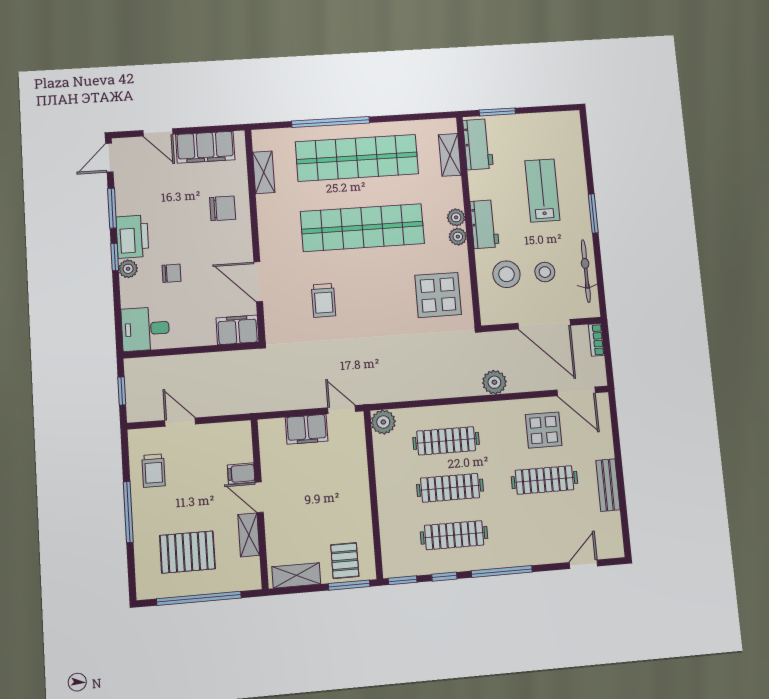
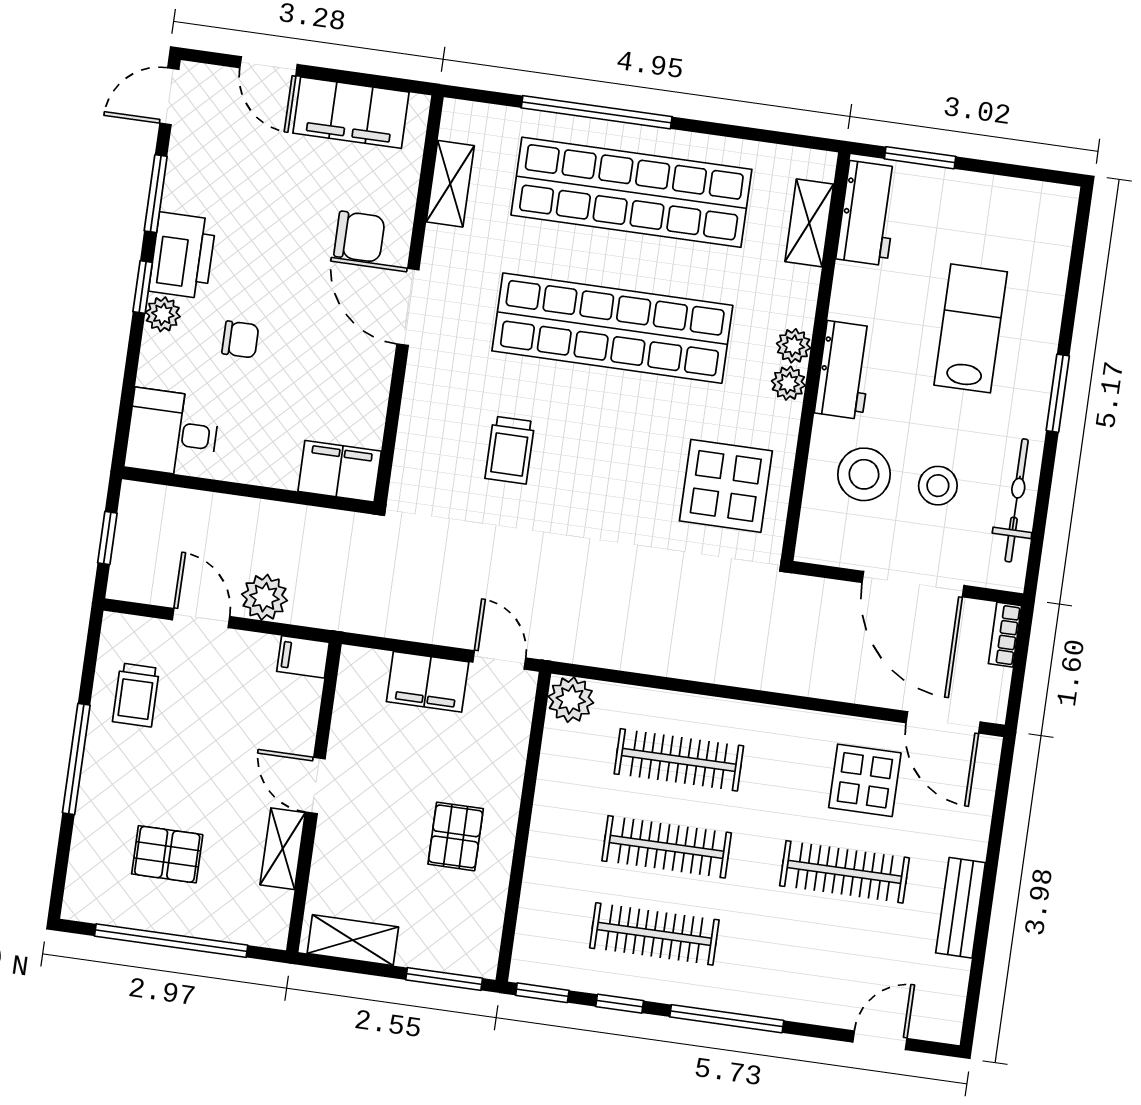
door: (258, 282) -> (408, 307), moved
plant: (494, 382) -> (265, 597), moved
filing cabinet: (241, 474) -> (303, 657), moved
pallet: (187, 552) -> (167, 854), width x0.67, depth x0.71
pallet: (345, 561) -> (456, 836), moved

